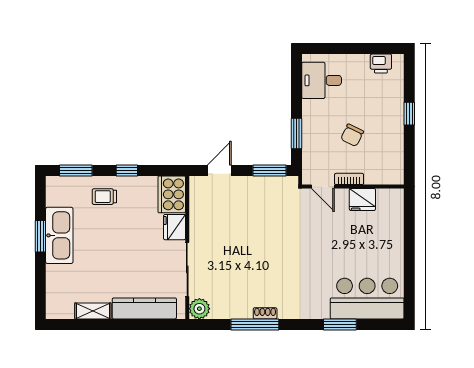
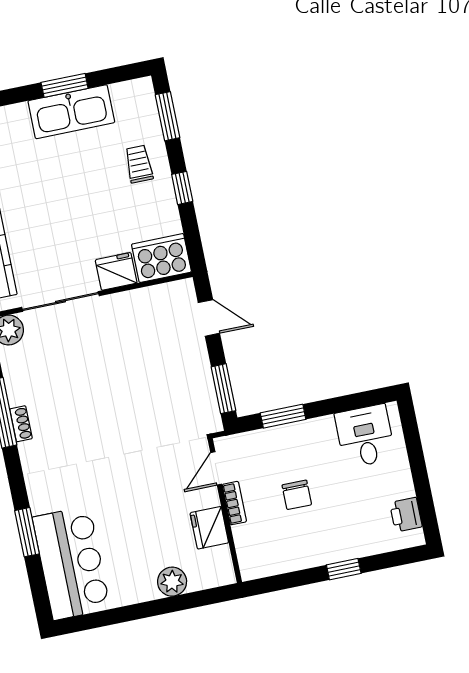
chair: (352, 135) -> (297, 495), turned -116
plant: (394, 232) -> (172, 582), added

